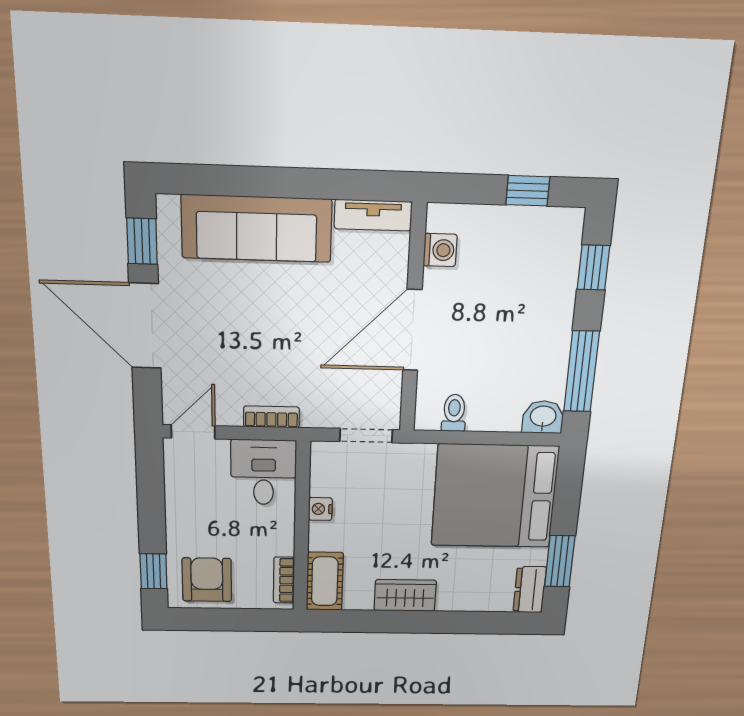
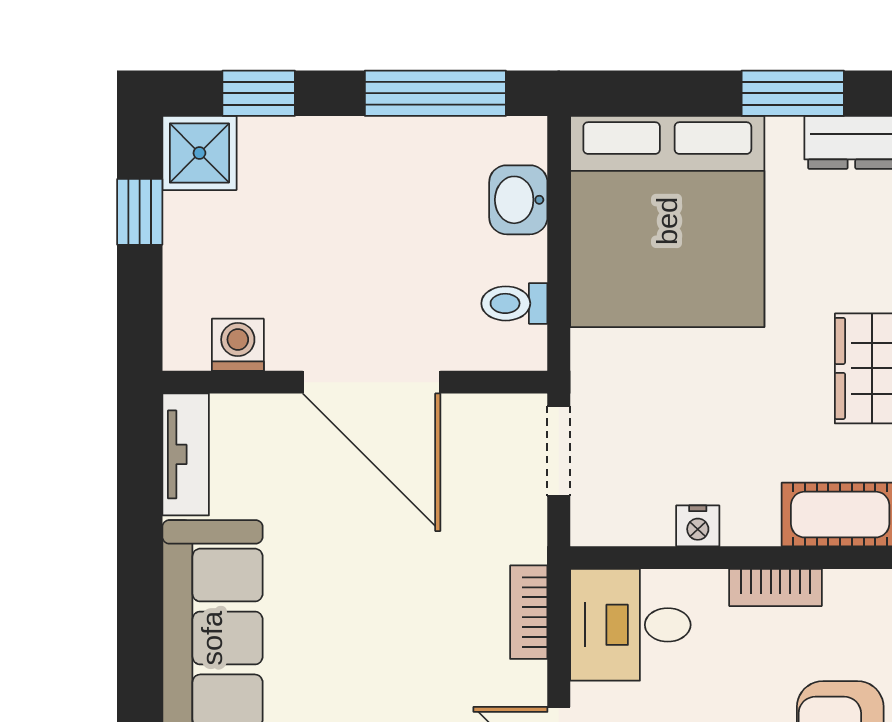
shower: (561, 230) -> (199, 153), added
washbasin: (543, 417) -> (518, 200), moved
bookcase: (284, 580) -> (775, 587), moved

